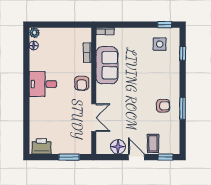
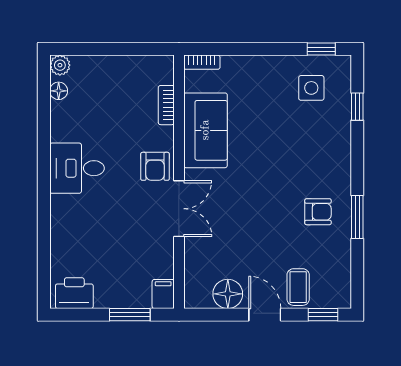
double door: (94, 118) -> (179, 209), moved
filing cabinet: (86, 147) -> (163, 294), added

